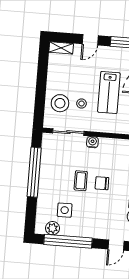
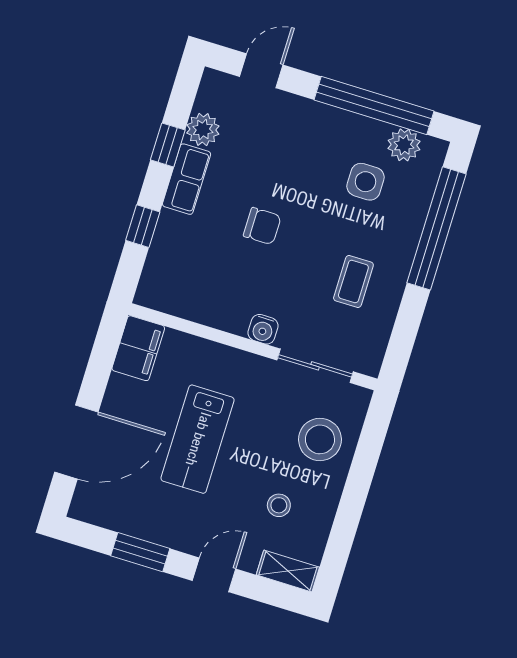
lab bench: (109, 92) -> (198, 439), turned 180
stool: (82, 103) -> (279, 505), moved
window: (34, 172) -> (437, 228), moved
coffee table: (81, 181) -> (353, 281), moved

